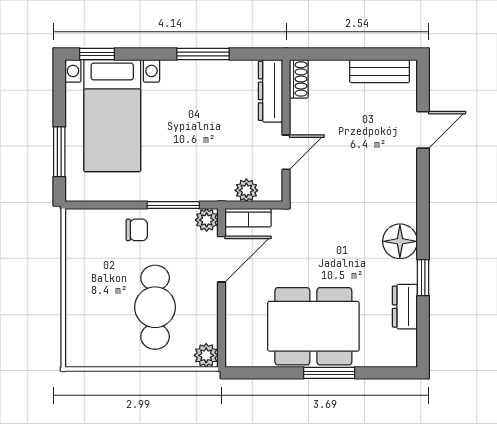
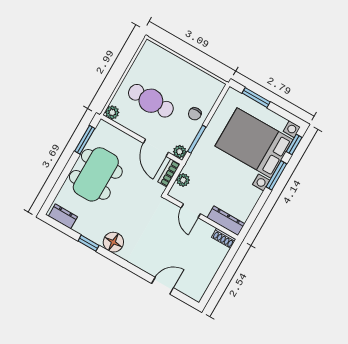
window: (203, 54) -> (276, 175), moved
bench: (380, 71) -> (204, 281), removed
bed with nightstands: (112, 116) -> (254, 143), width x1.36
door: (423, 130) -> (163, 286), swing flipped
dresser: (405, 307) -> (63, 216), moved
window: (329, 373) -> (85, 140), moved

